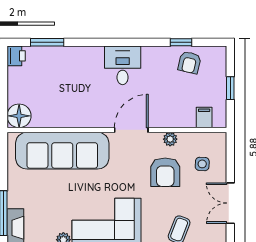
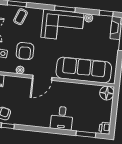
desk: (123, 65) -> (62, 118), moved
armchair: (165, 172) -> (25, 51), turned 180

